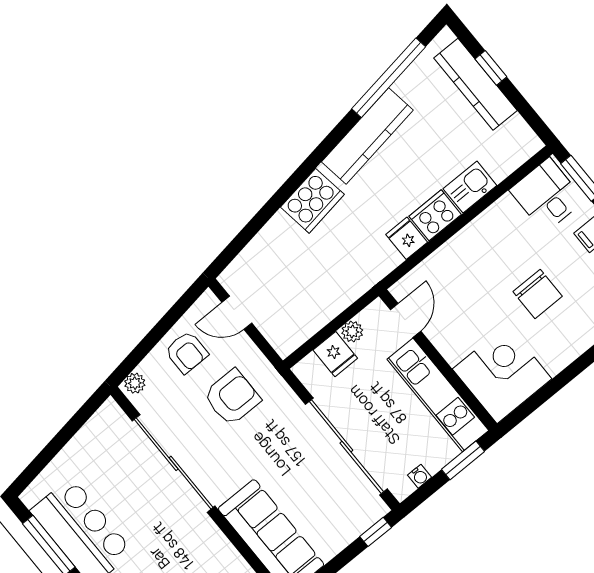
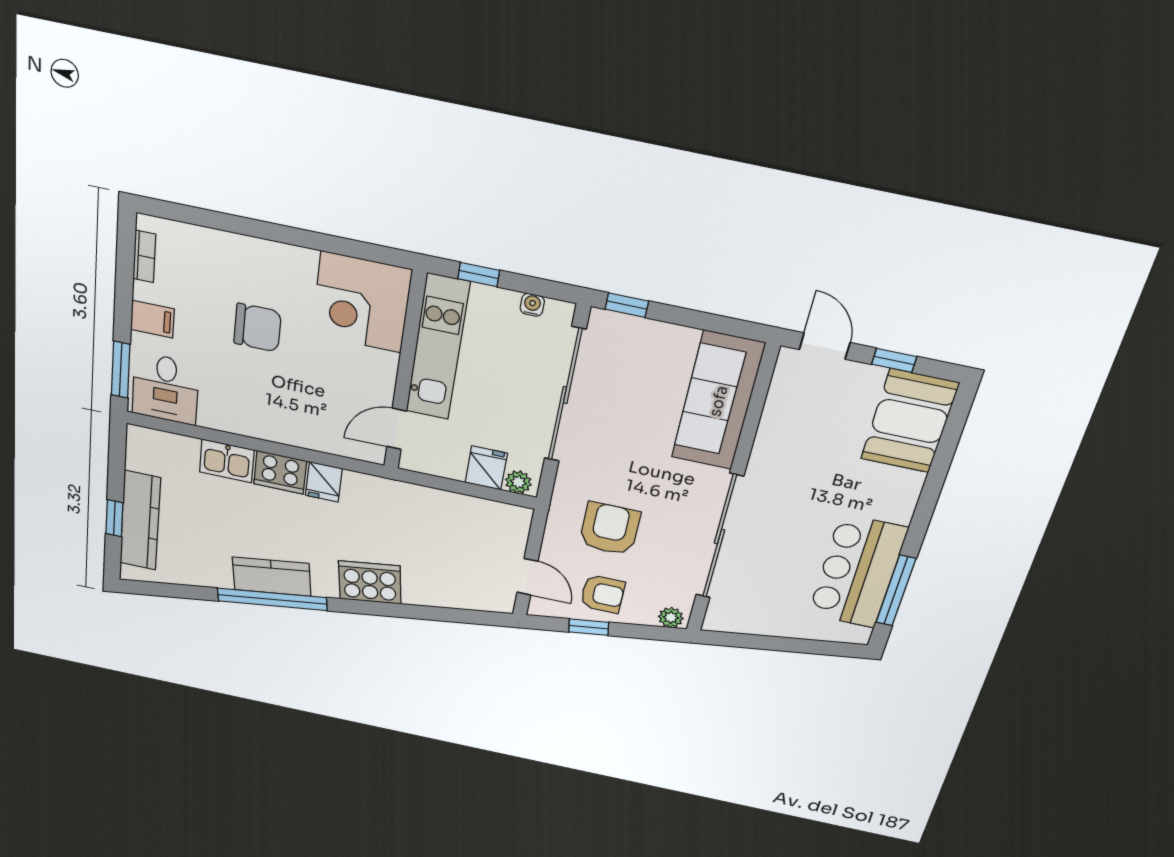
window: (389, 78) -> (272, 599), moved
kitchen counter: (367, 136) -> (272, 577), width x0.67
chair: (538, 294) -> (257, 328), turned 90
window: (168, 321) -> (589, 627), added
plant: (352, 332) -> (518, 482), moved
armchair: (187, 352) -> (603, 594), turned 90
armchair: (232, 397) -> (610, 529), turned 90
window: (463, 460) -> (479, 275), width x0.67

